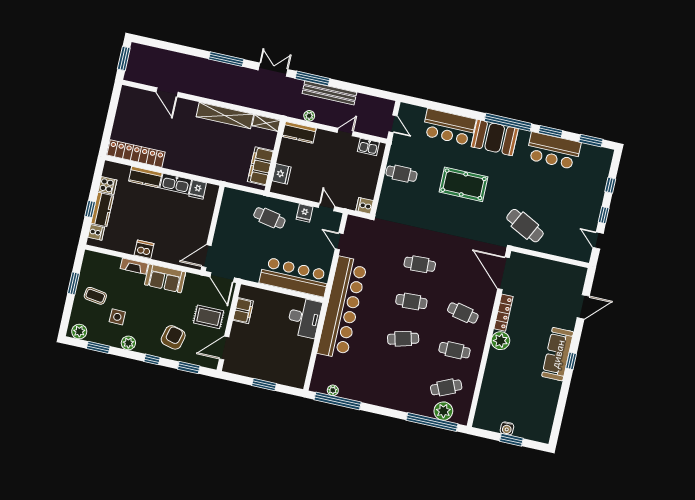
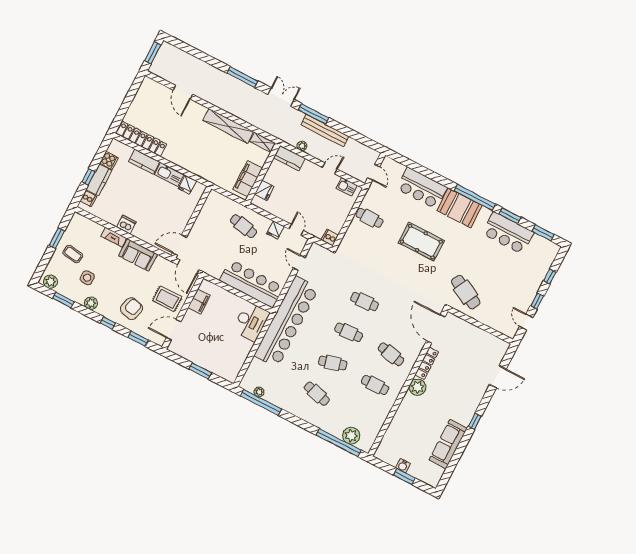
sofa: (558, 354) -> (448, 444), moved
cafe table: (446, 387) -> (317, 394), moved, turned 39

